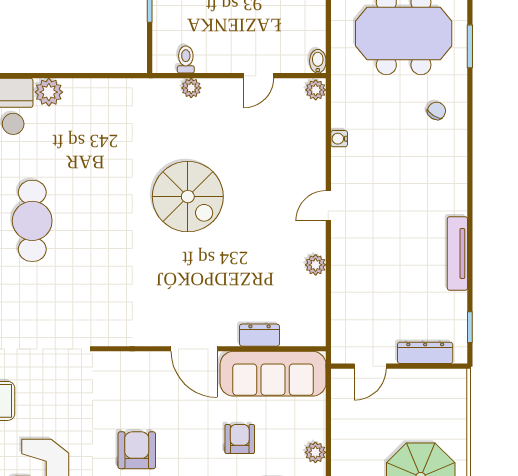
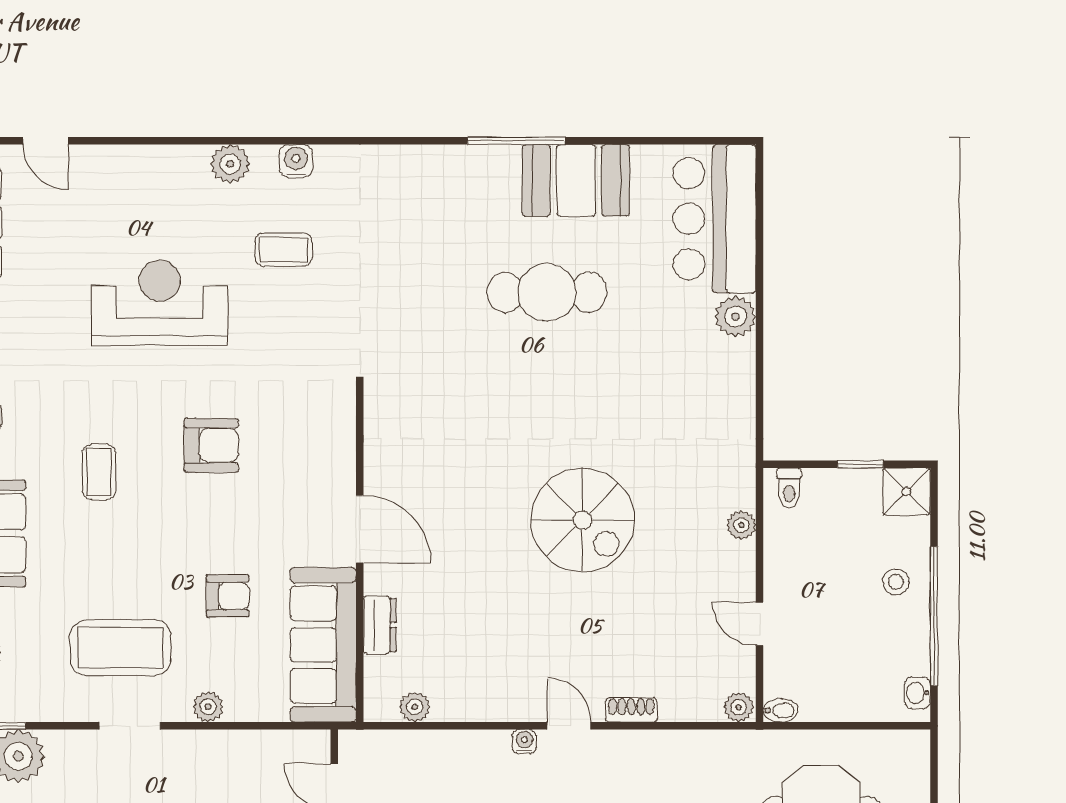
toilet: (186, 59) -> (789, 488), moved, turned 90
water cooler: (339, 139) -> (524, 741), moved
shoe rack: (317, 163) -> (631, 710), added
spiral stairs: (188, 197) -> (583, 520), turned -90
plant: (316, 265) -> (415, 707), moved
door: (194, 349) -> (360, 529), swing flipped

